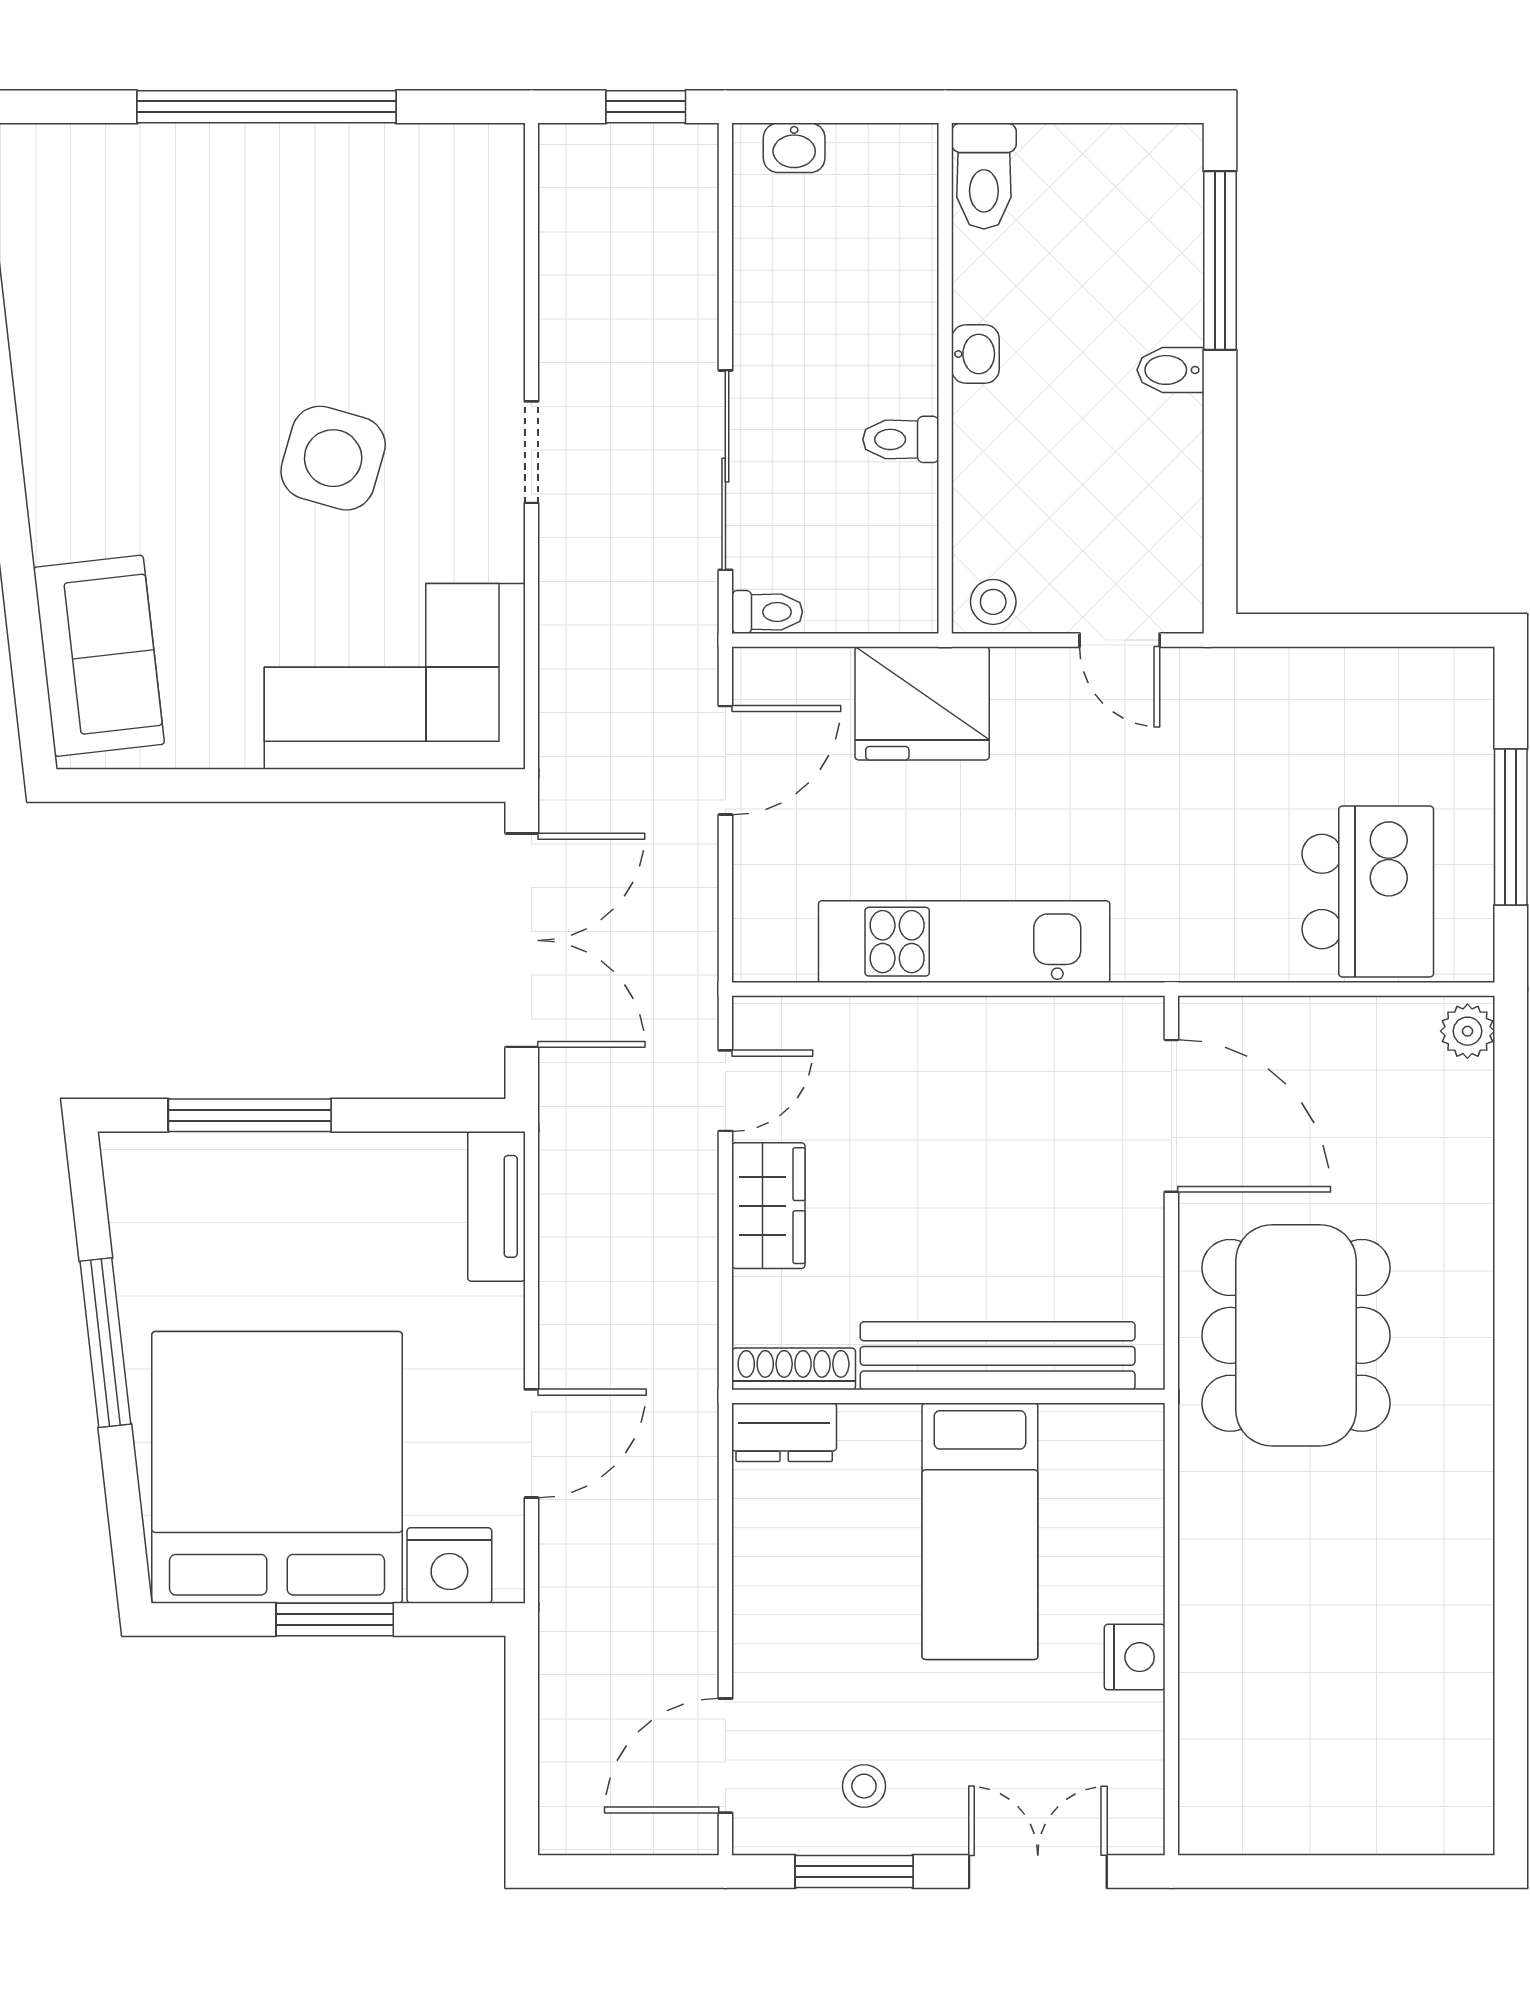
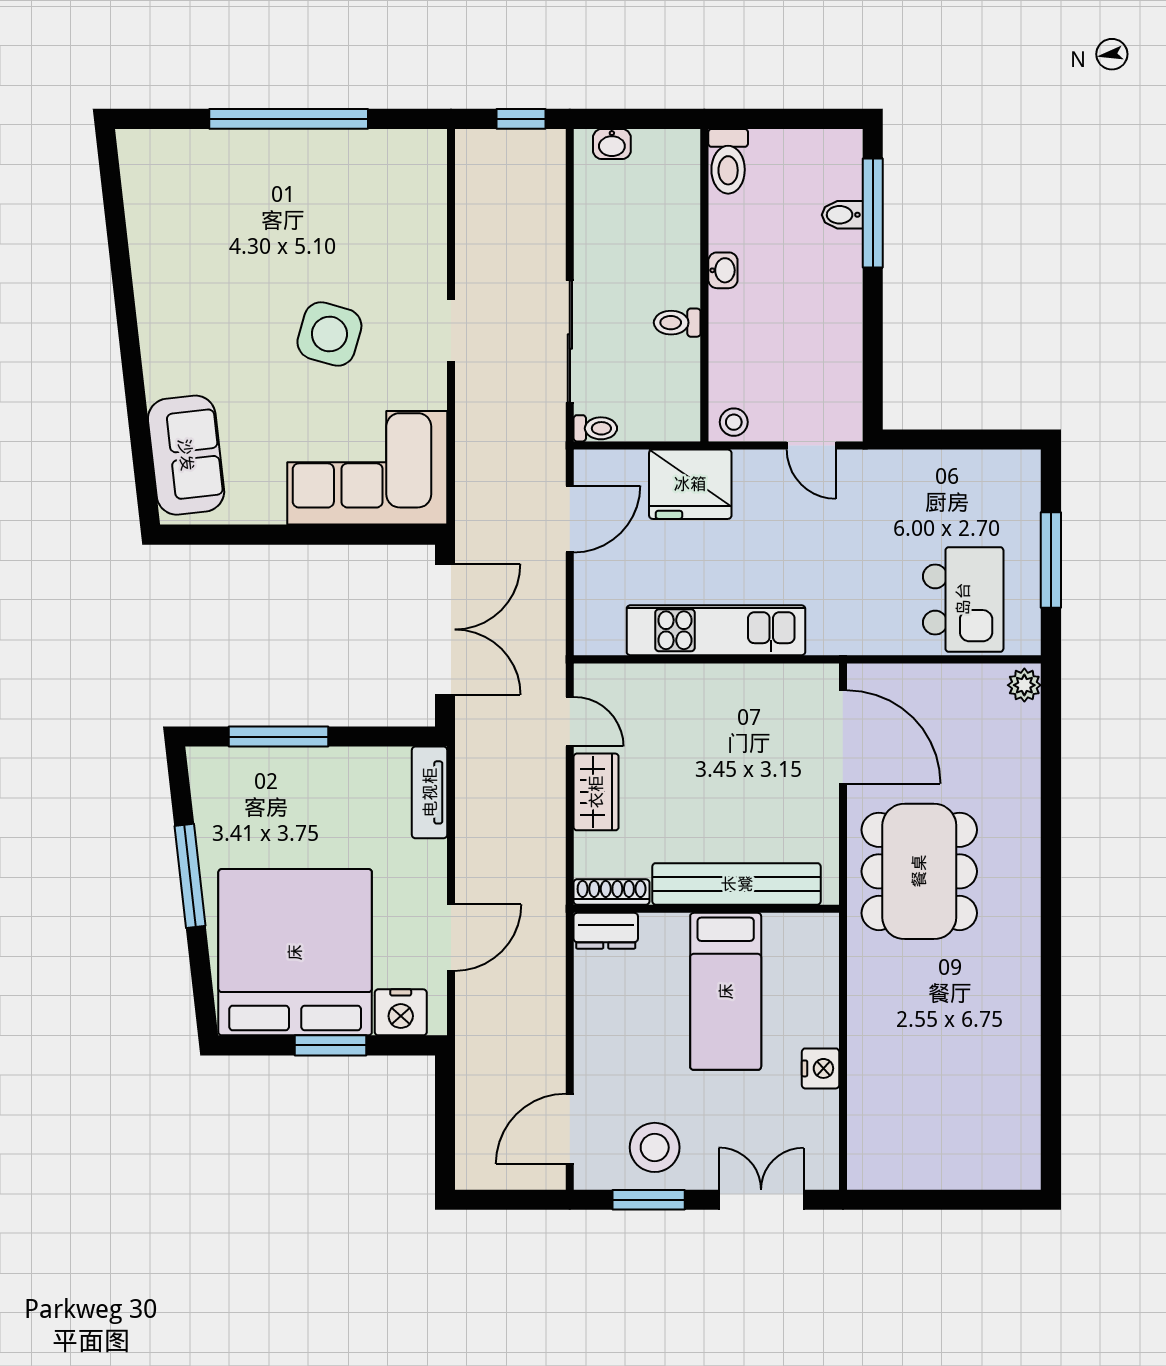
bidet: (1170, 370) -> (842, 215), moved
door: (725, 1091) -> (570, 722), hinge flipped
stool: (864, 1786) -> (655, 1147), width x1.89, depth x1.89

